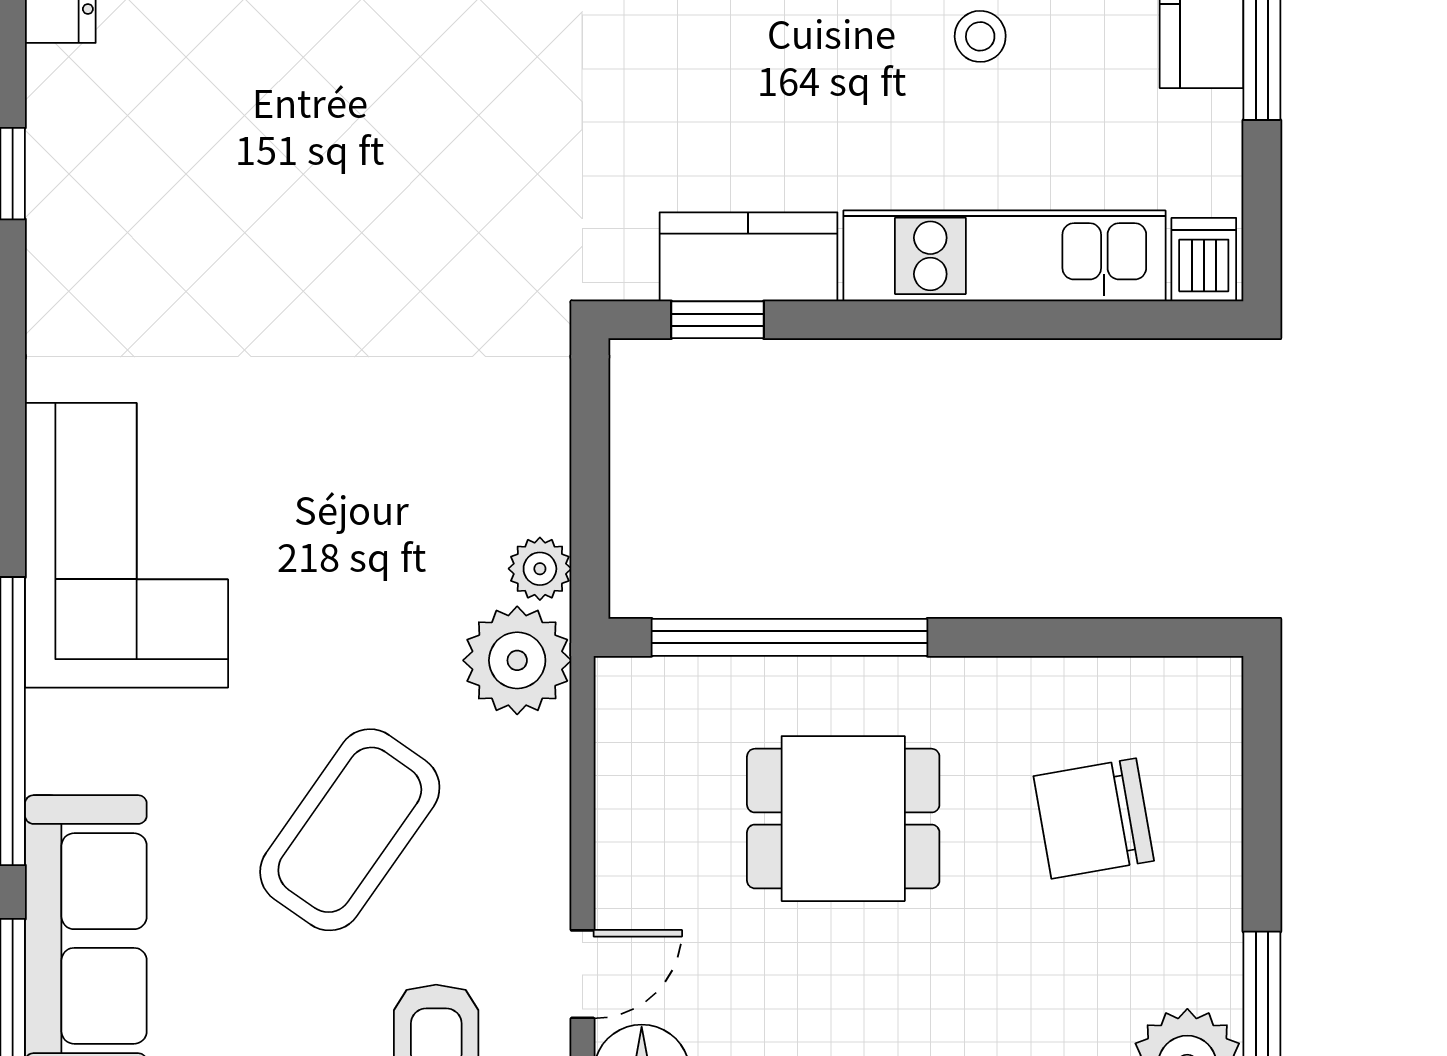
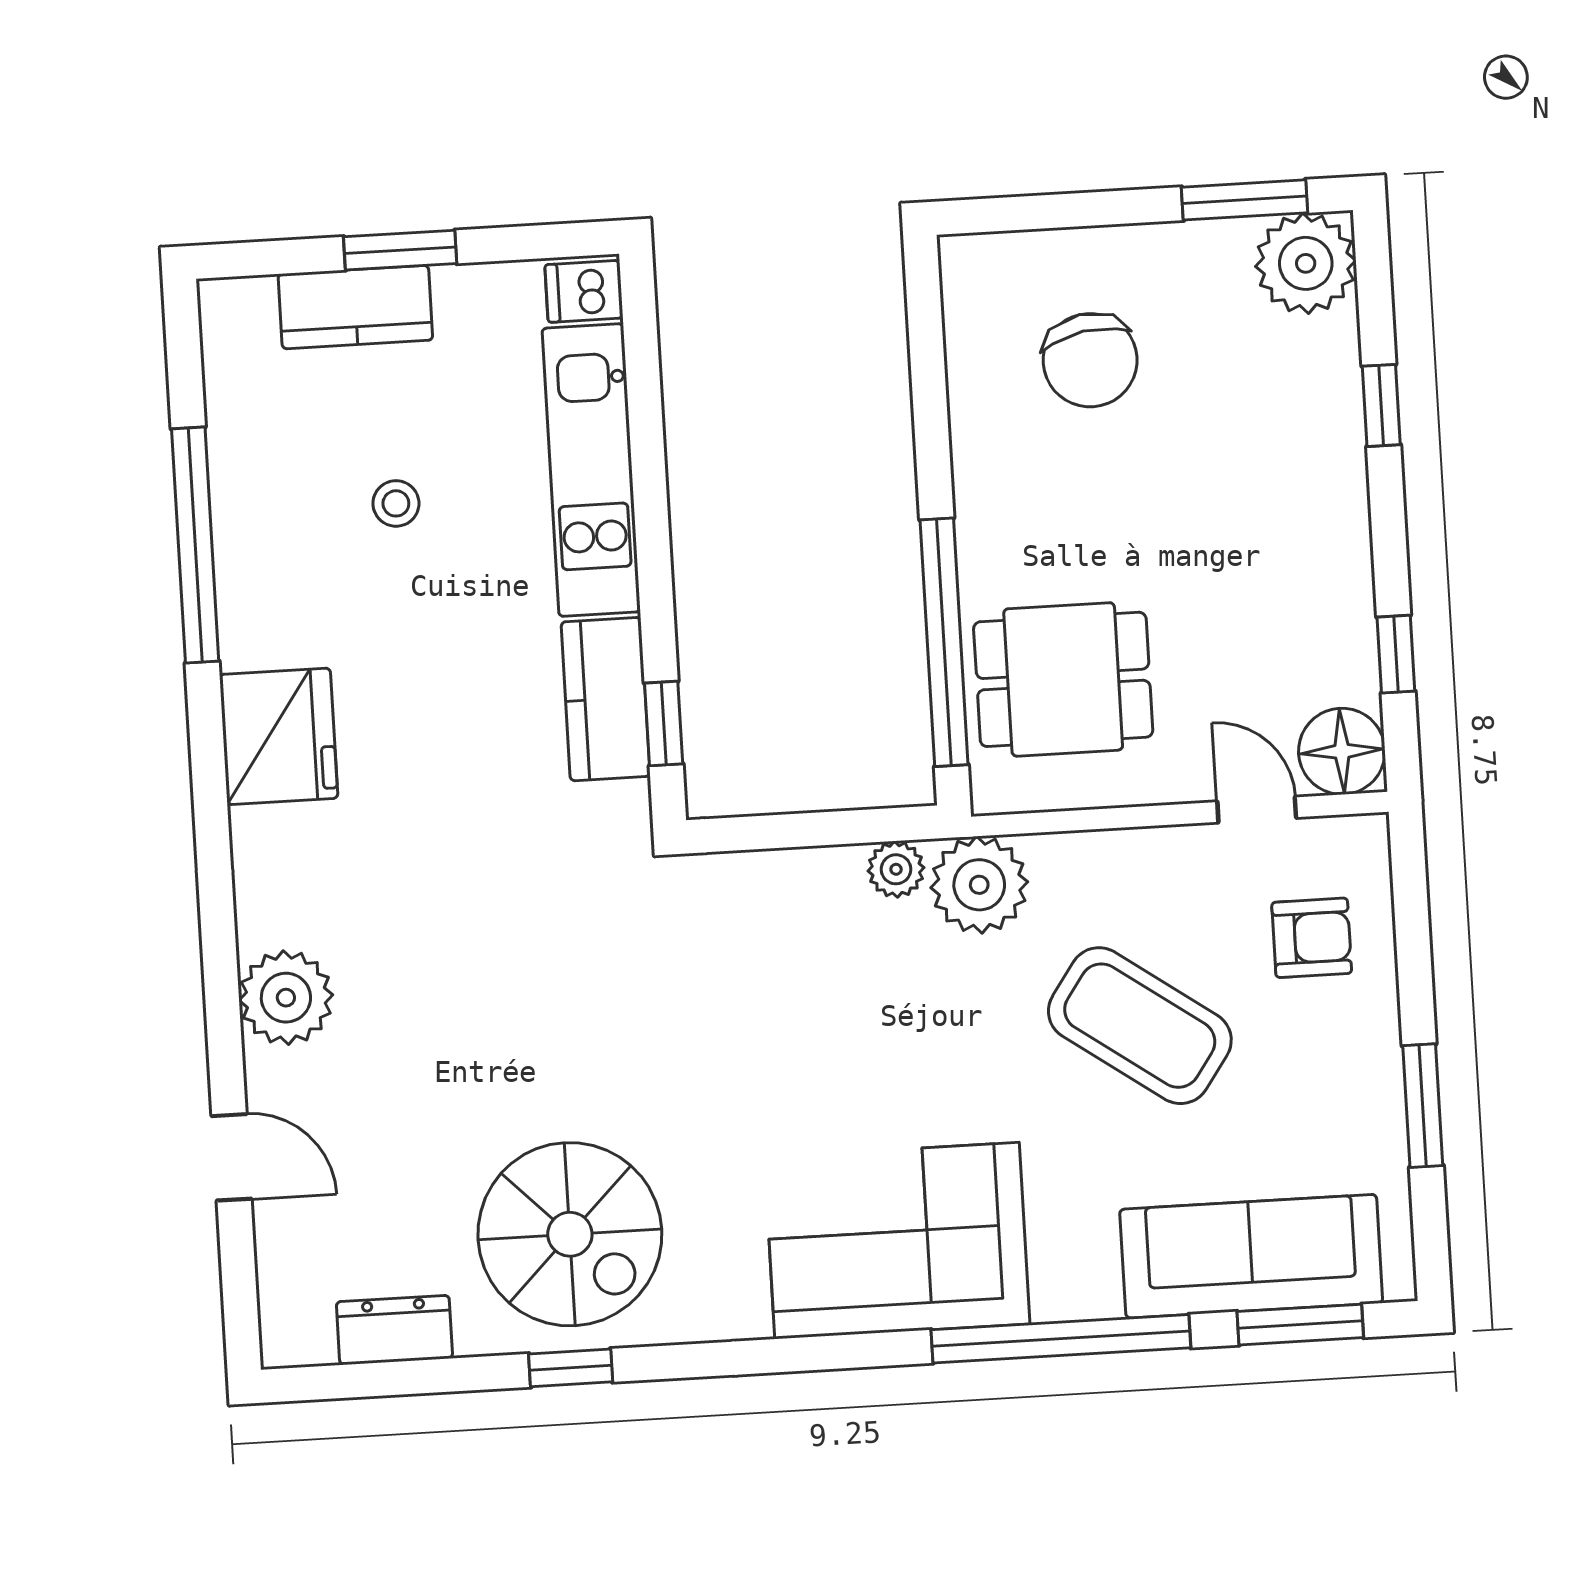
spiral stairs: (155, 182) -> (570, 1234), added
dining table: (843, 819) -> (1063, 679), moved, turned 90

